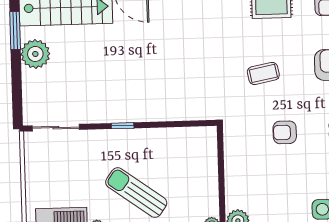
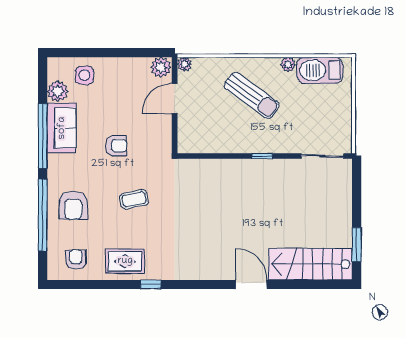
plant: (35, 54) -> (339, 223), removed
door: (222, 187) -> (175, 99), added

